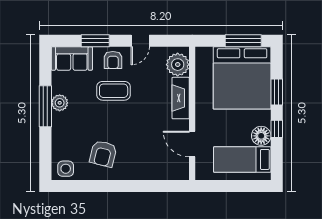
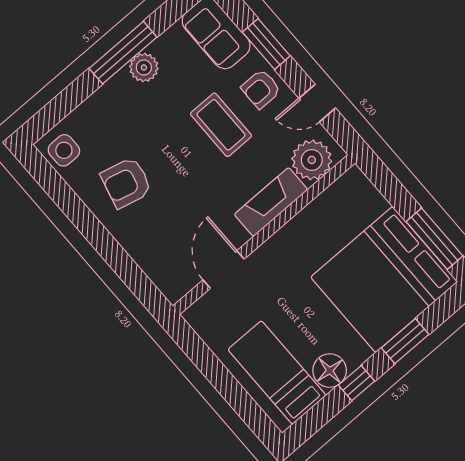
plant: (178, 65) -> (312, 160), moved
fireplace: (181, 98) -> (271, 202), moved
wall: (192, 113) -> (264, 235), moved
door: (192, 144) -> (224, 269), moved

